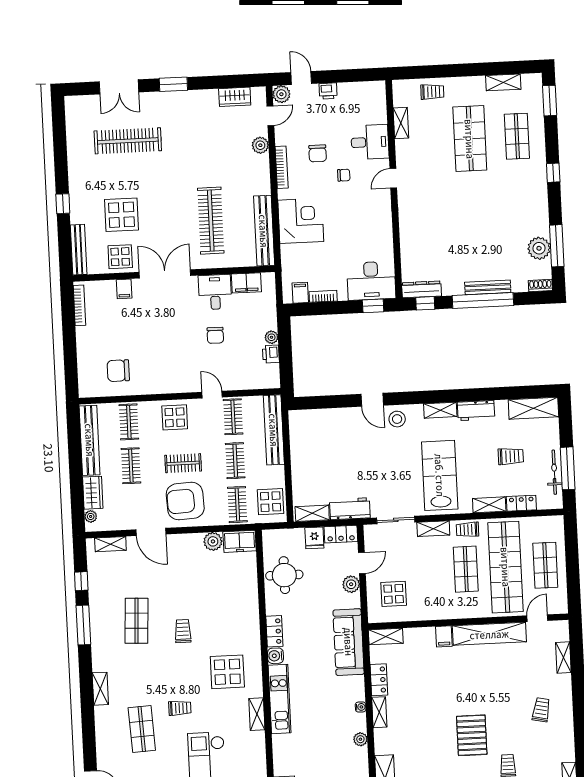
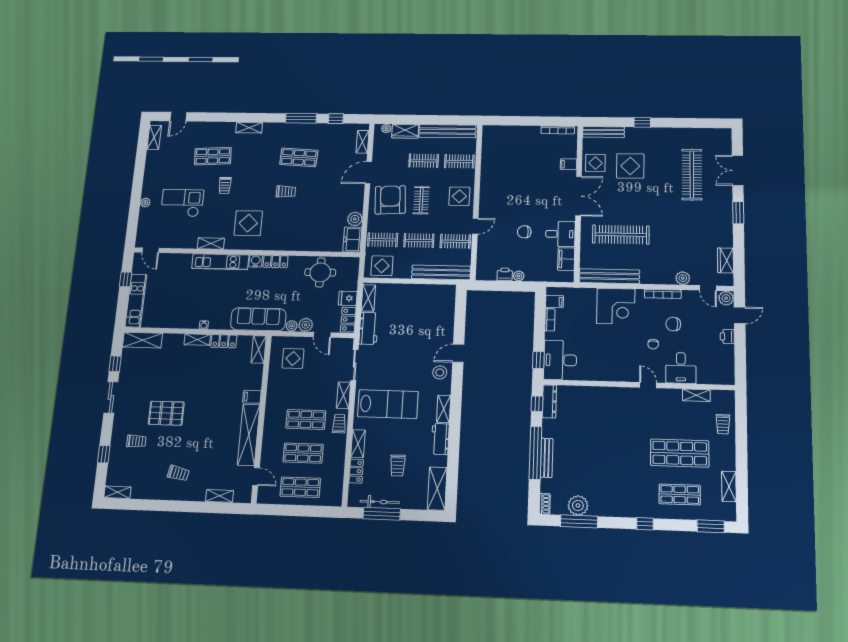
chair: (118, 371) -> (502, 156), removed
shop shelf: (506, 567) -> (303, 453), width x0.50, depth x0.74
plant: (360, 739) -> (292, 326), moved

